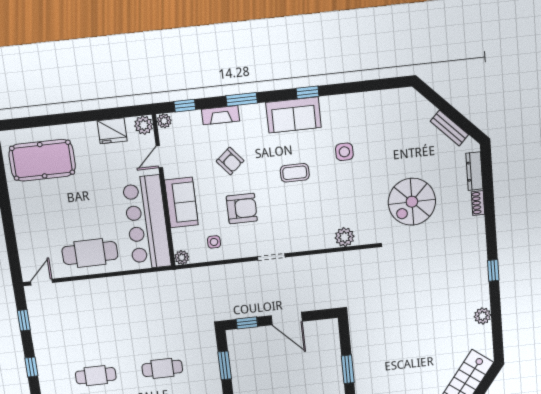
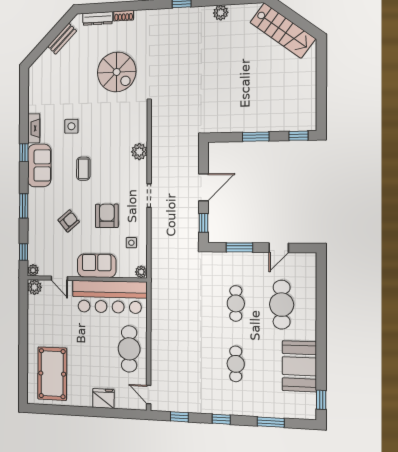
fireplace: (221, 115) -> (34, 128), moved
fridge: (112, 131) -> (103, 398), moved, turned -90
plant: (345, 237) -> (139, 152), moved

